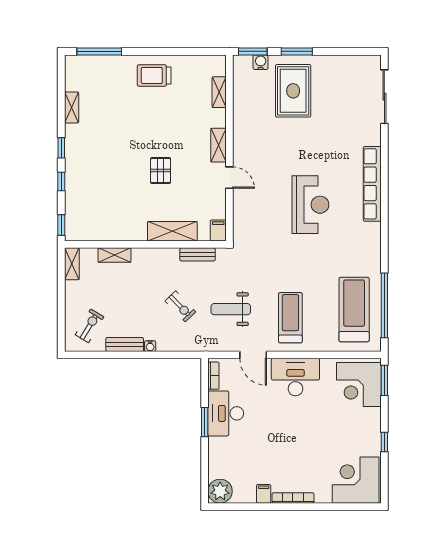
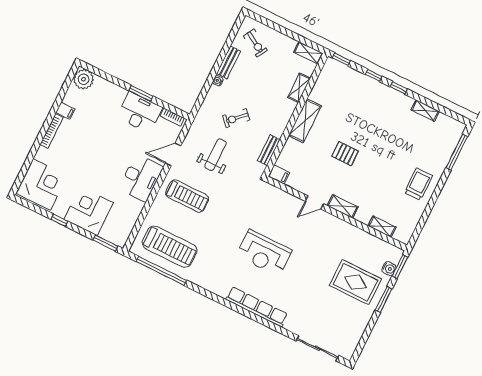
shelving: (172, 231) -> (305, 121), moved
corner desk: (359, 385) -> (89, 211), moved

